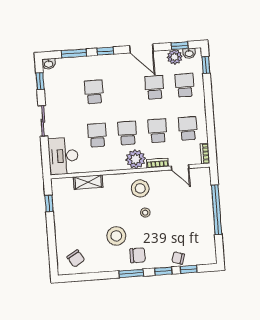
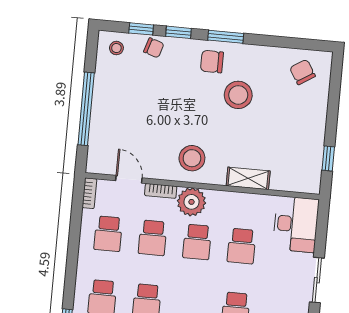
shelving: (88, 182) -> (248, 178), moved
stool: (145, 213) -> (116, 48), moved

